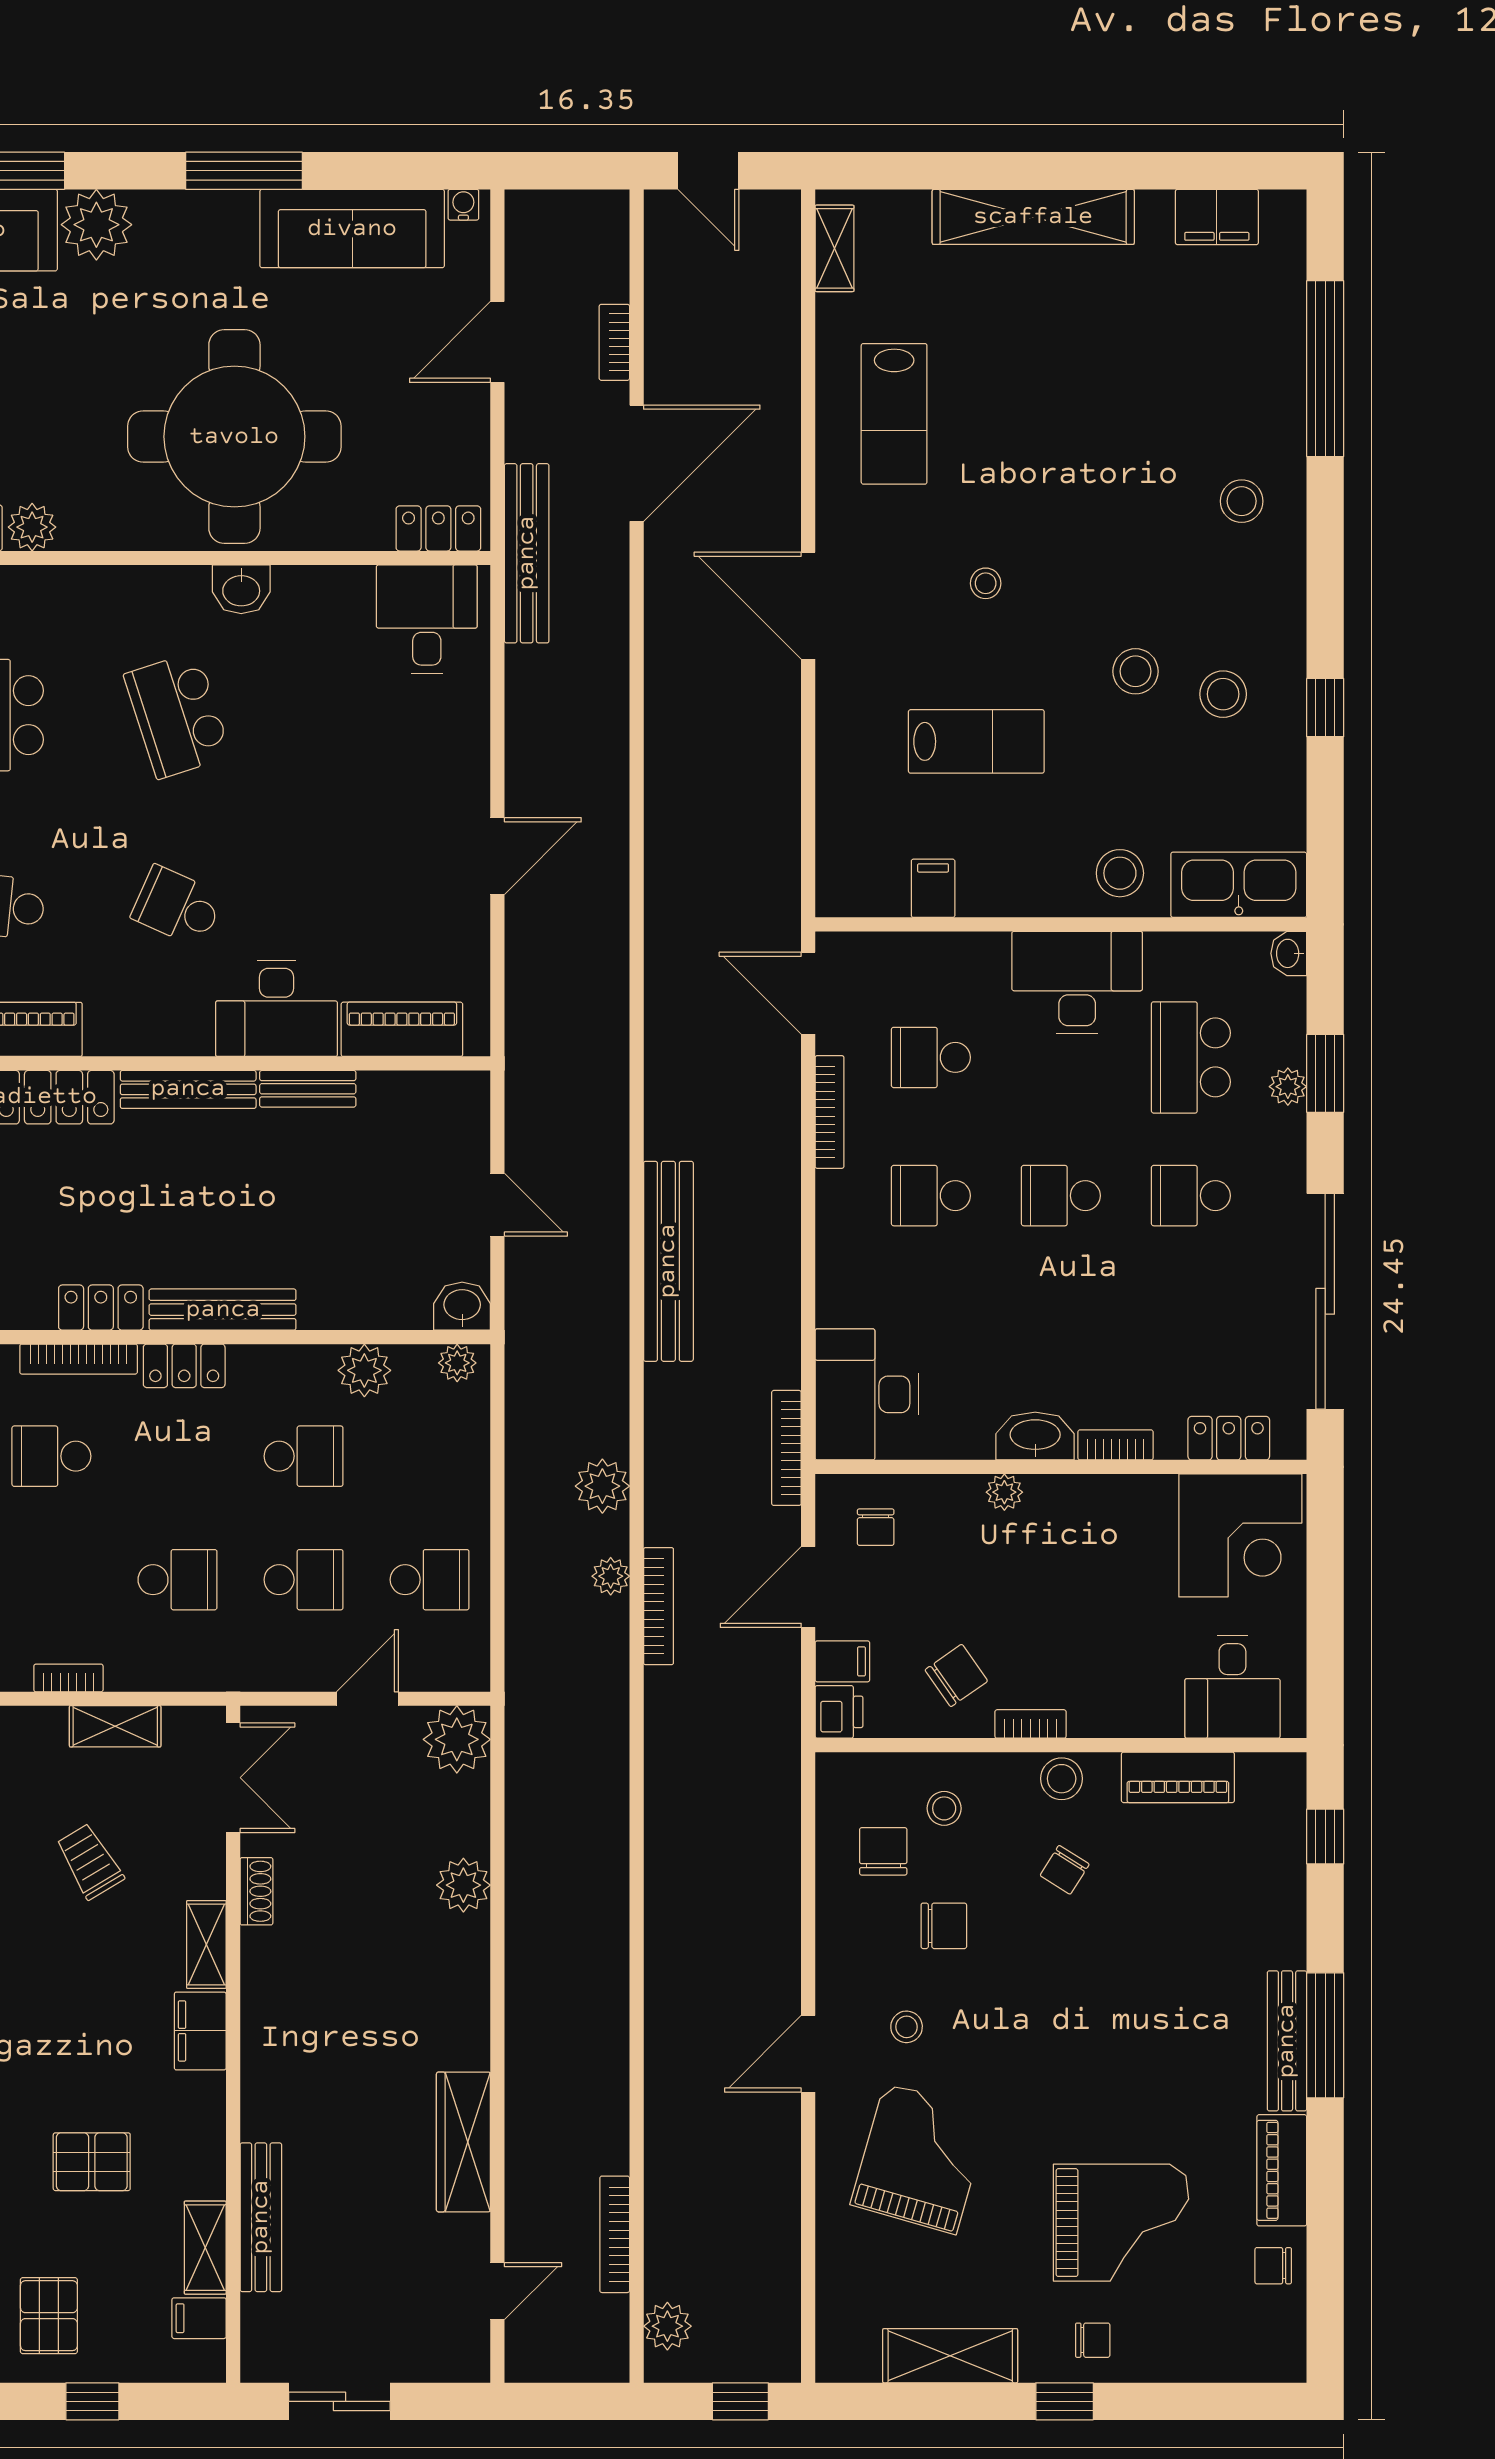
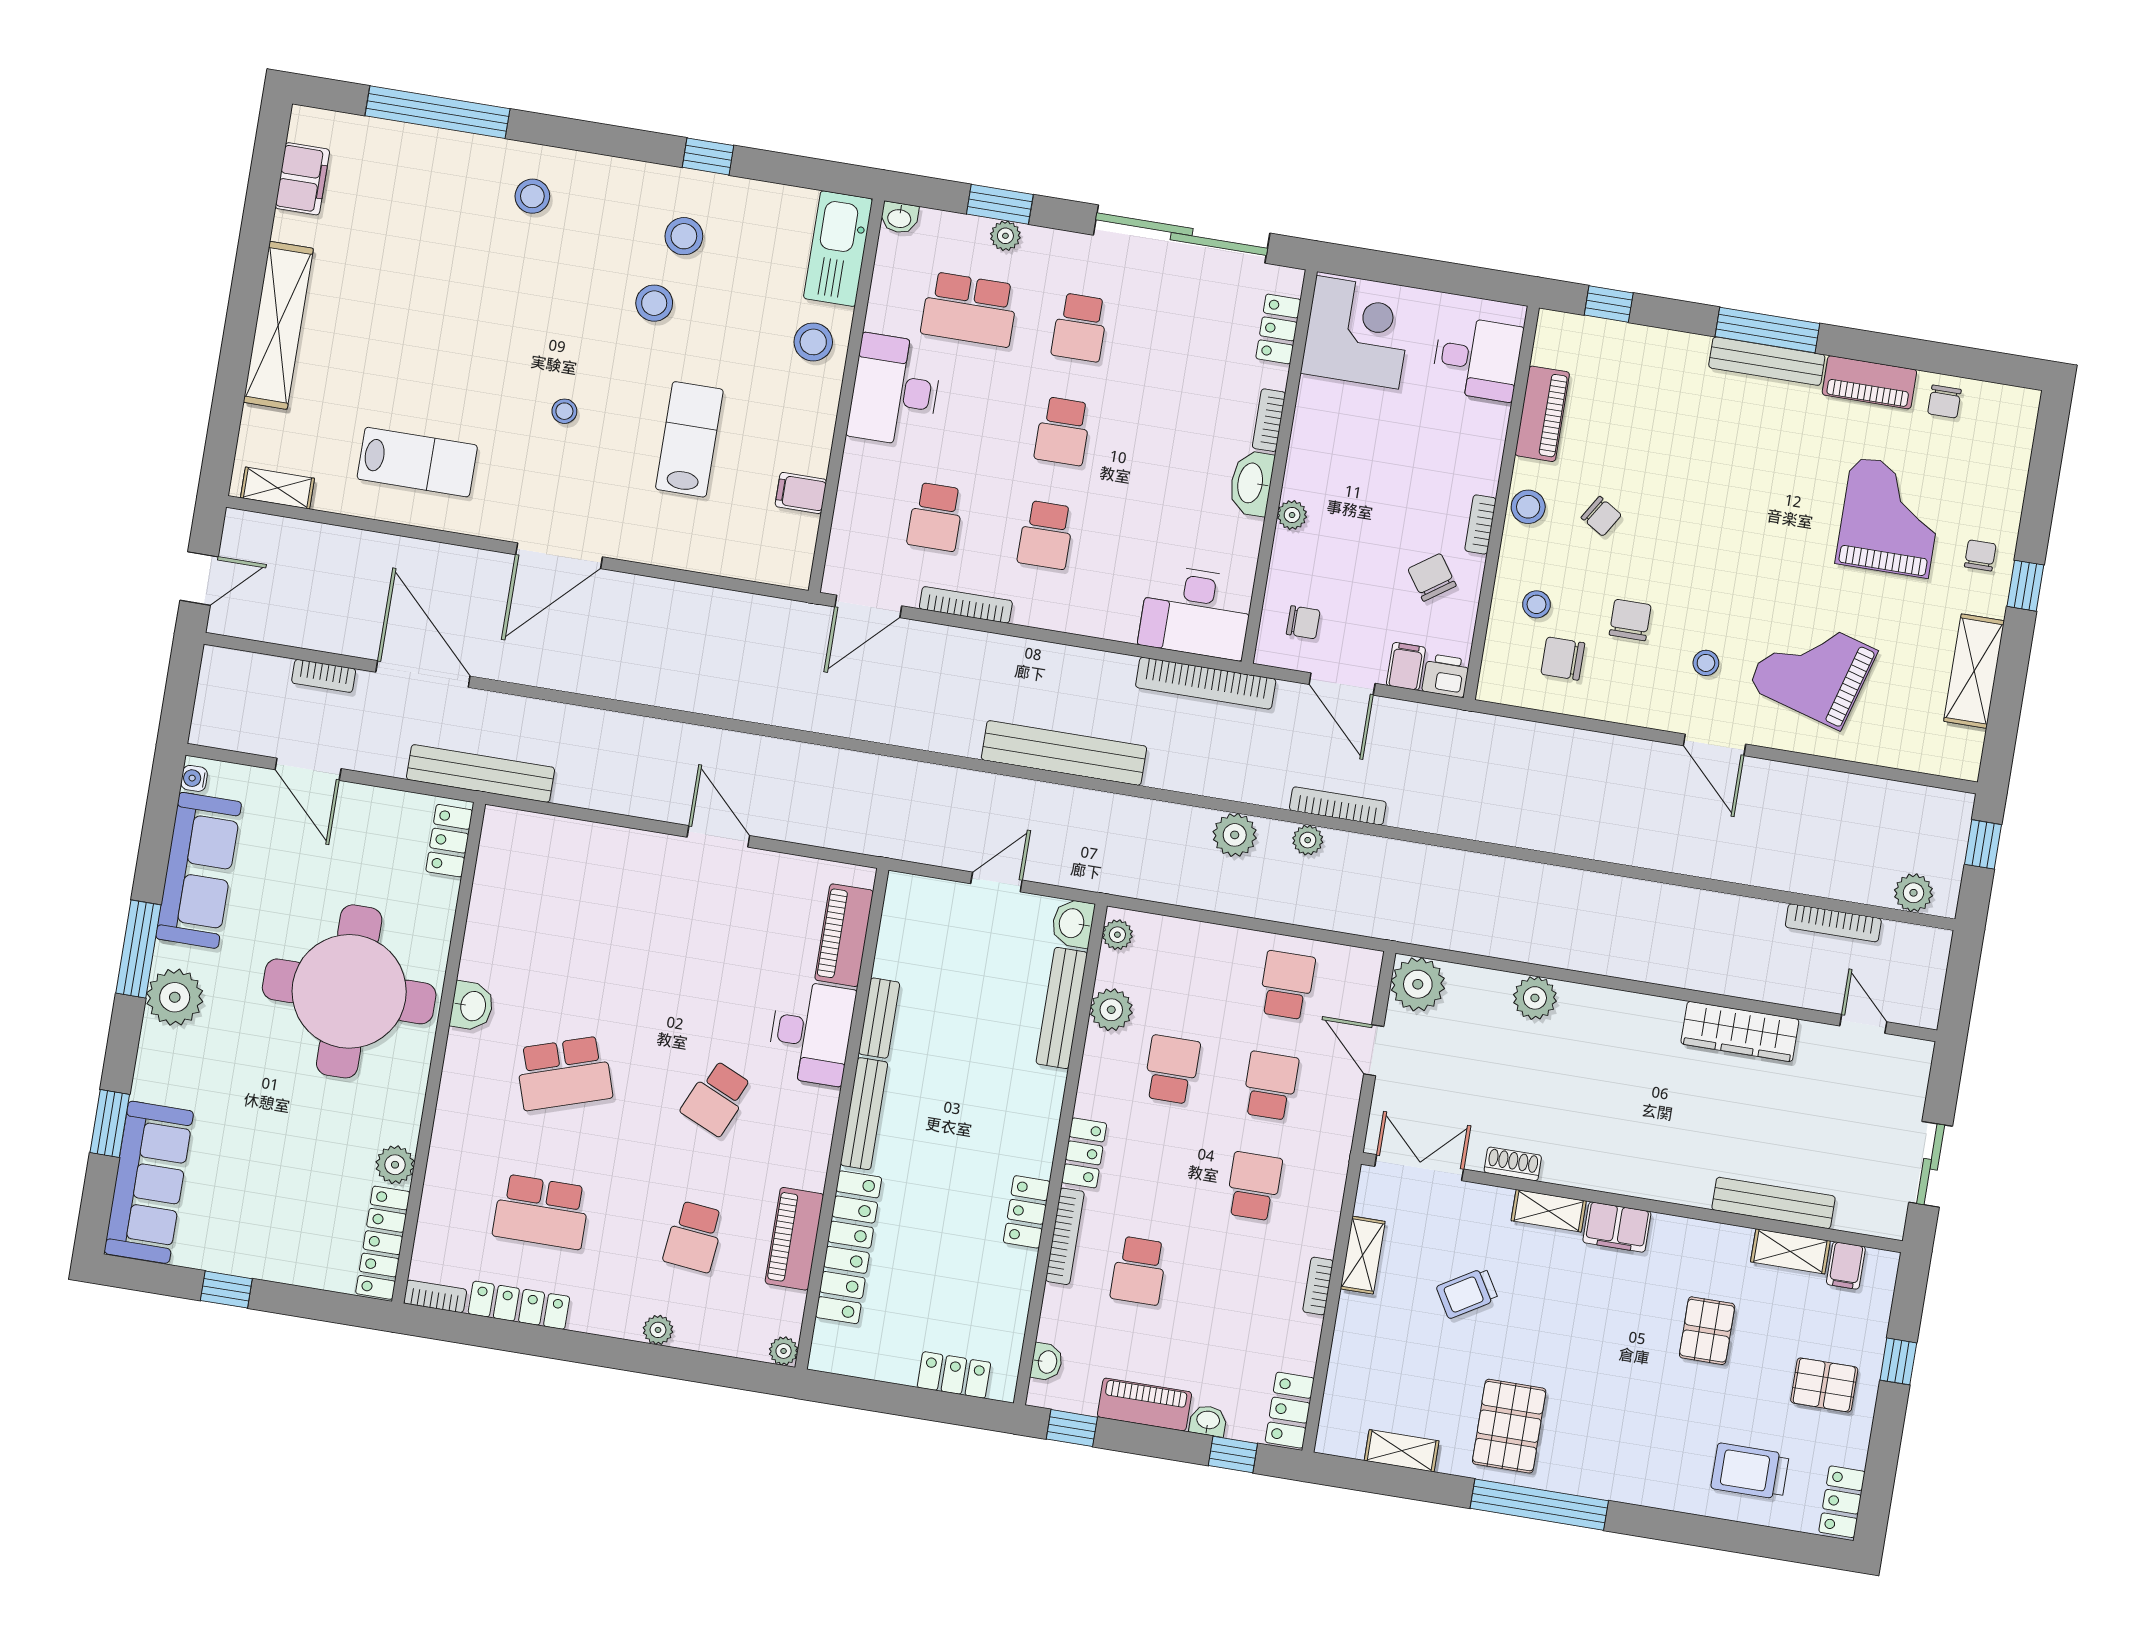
plant: (96, 225) -> (175, 997), moved
desk: (427, 619) -> (520, 862), removed
bench: (223, 1310) -> (1062, 1008), moved
bookcase: (786, 1448) -> (1206, 683), width x1.48, depth x1.31

